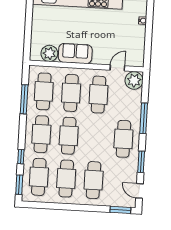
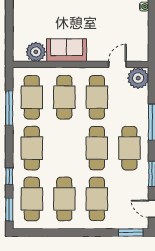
cafe table: (69, 136) -> (97, 148), moved

